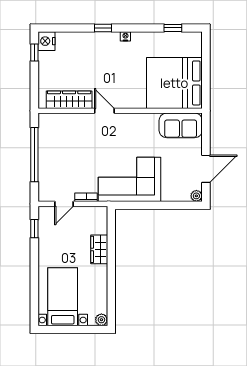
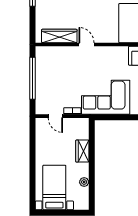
door: (64, 204) -> (55, 116), hinge flipped
window: (34, 229) -> (33, 135), removed
plant: (101, 320) -> (84, 182), moved

